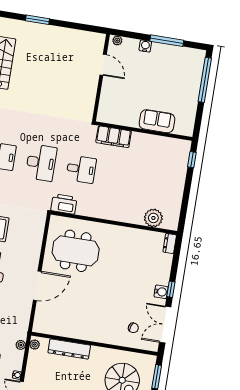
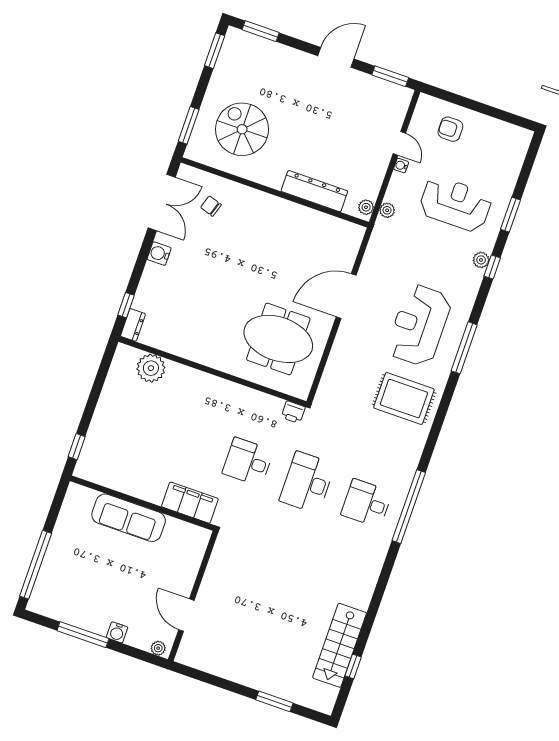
sofa: (157, 121) -> (129, 518), width x1.36
printer: (64, 204) -> (293, 412), width x0.53, depth x0.68
window: (171, 289) -> (126, 305), moved

